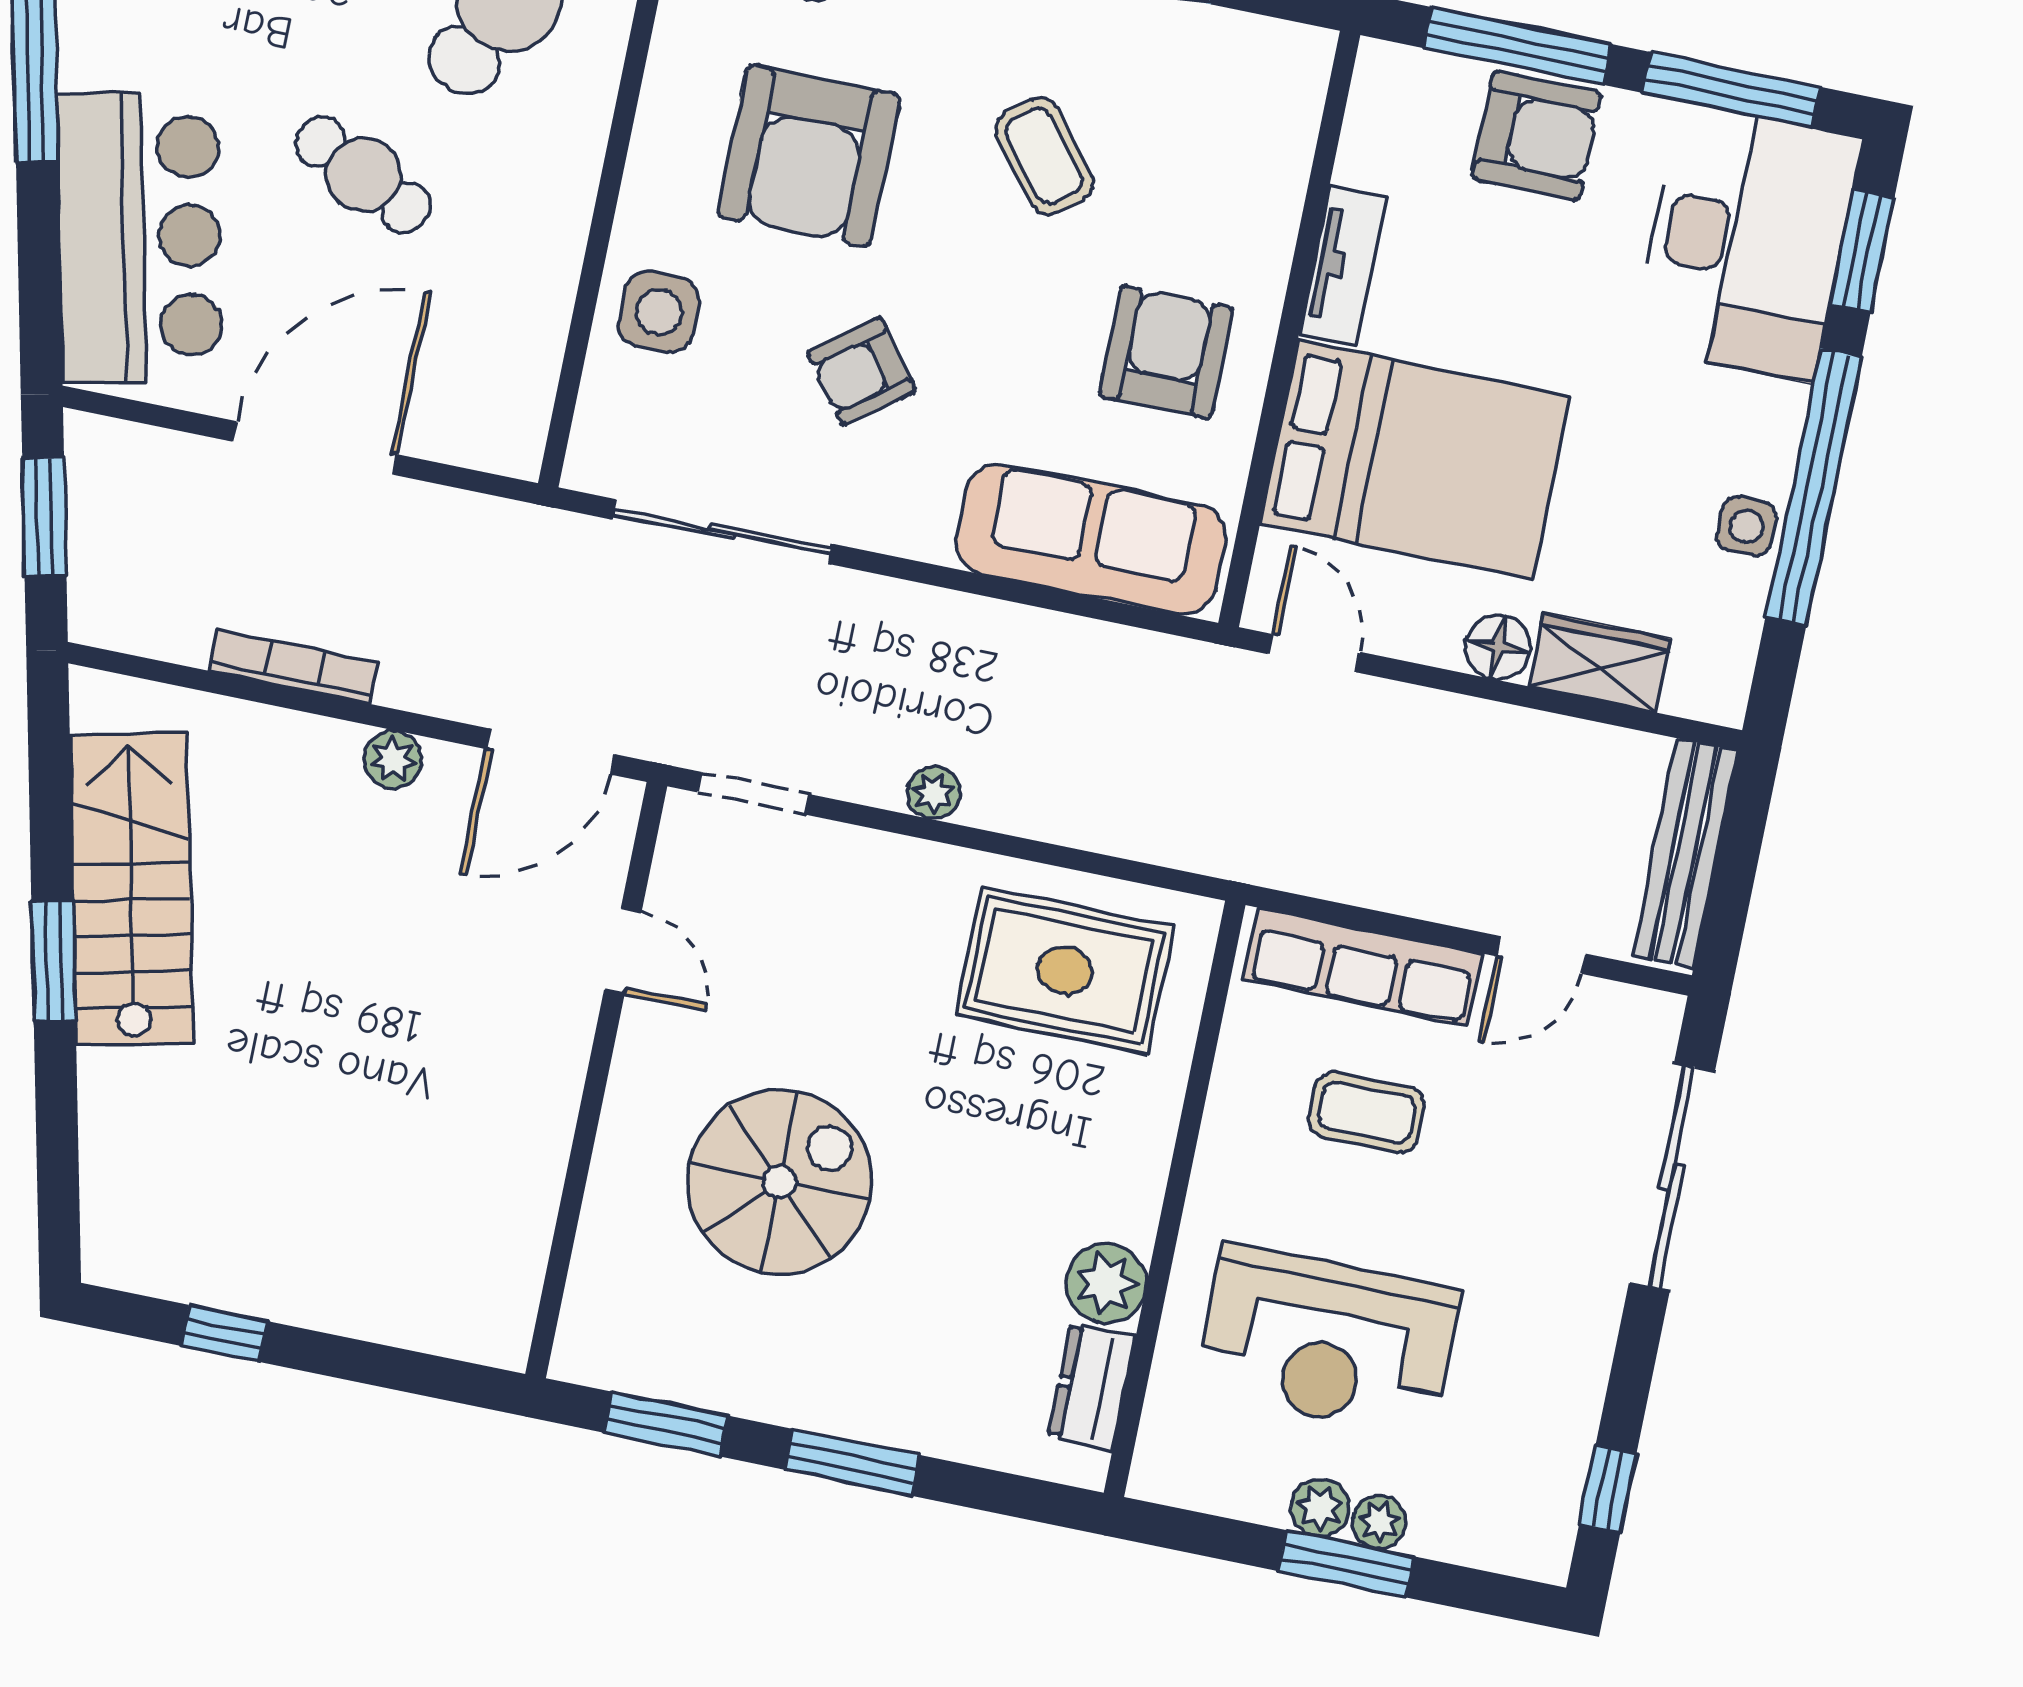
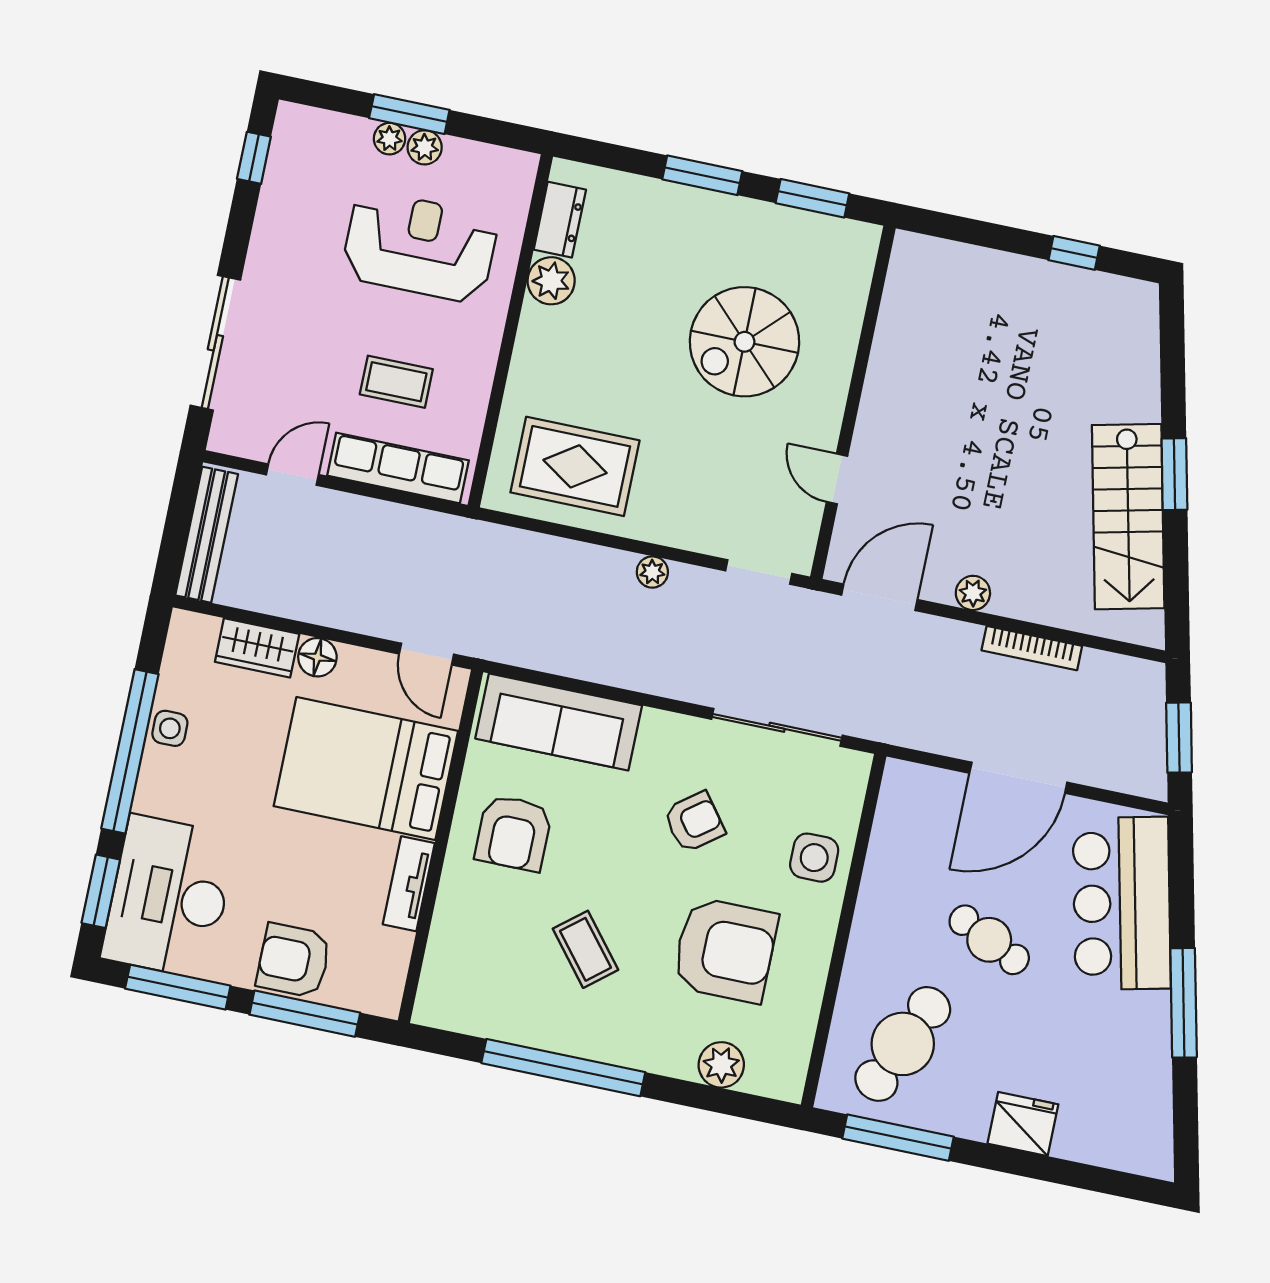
armchair: (809, 156) -> (725, 950), turned 90

